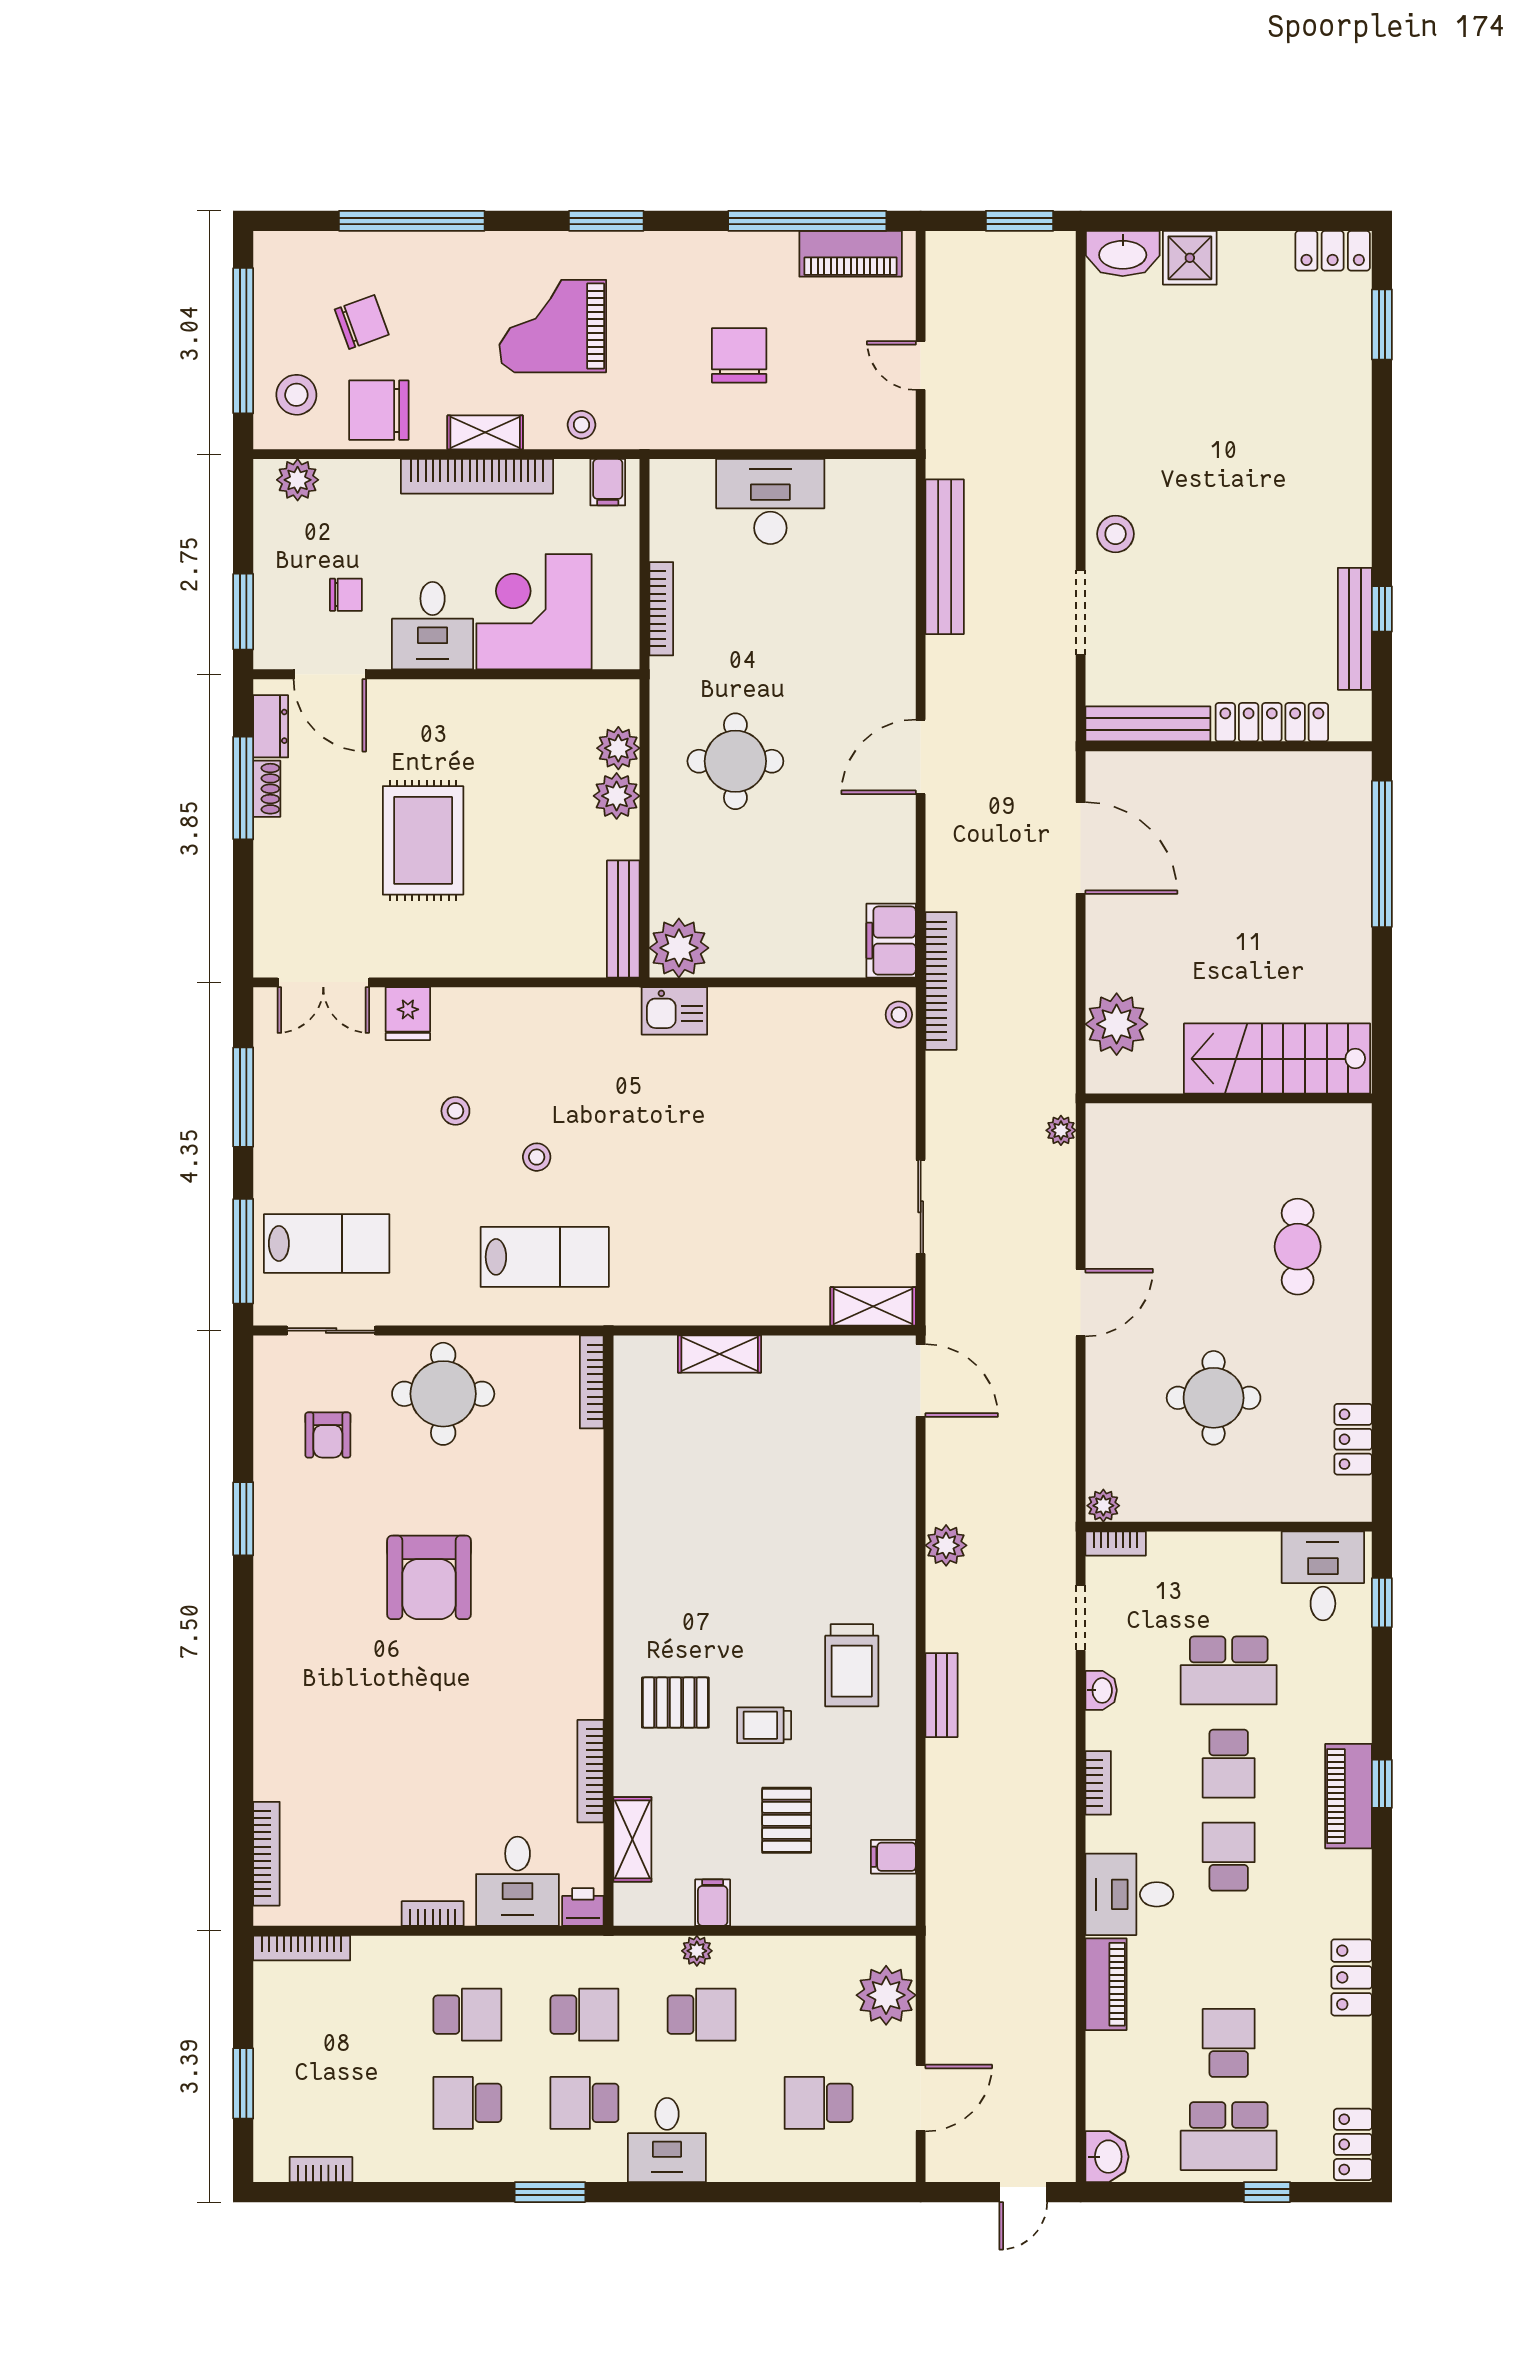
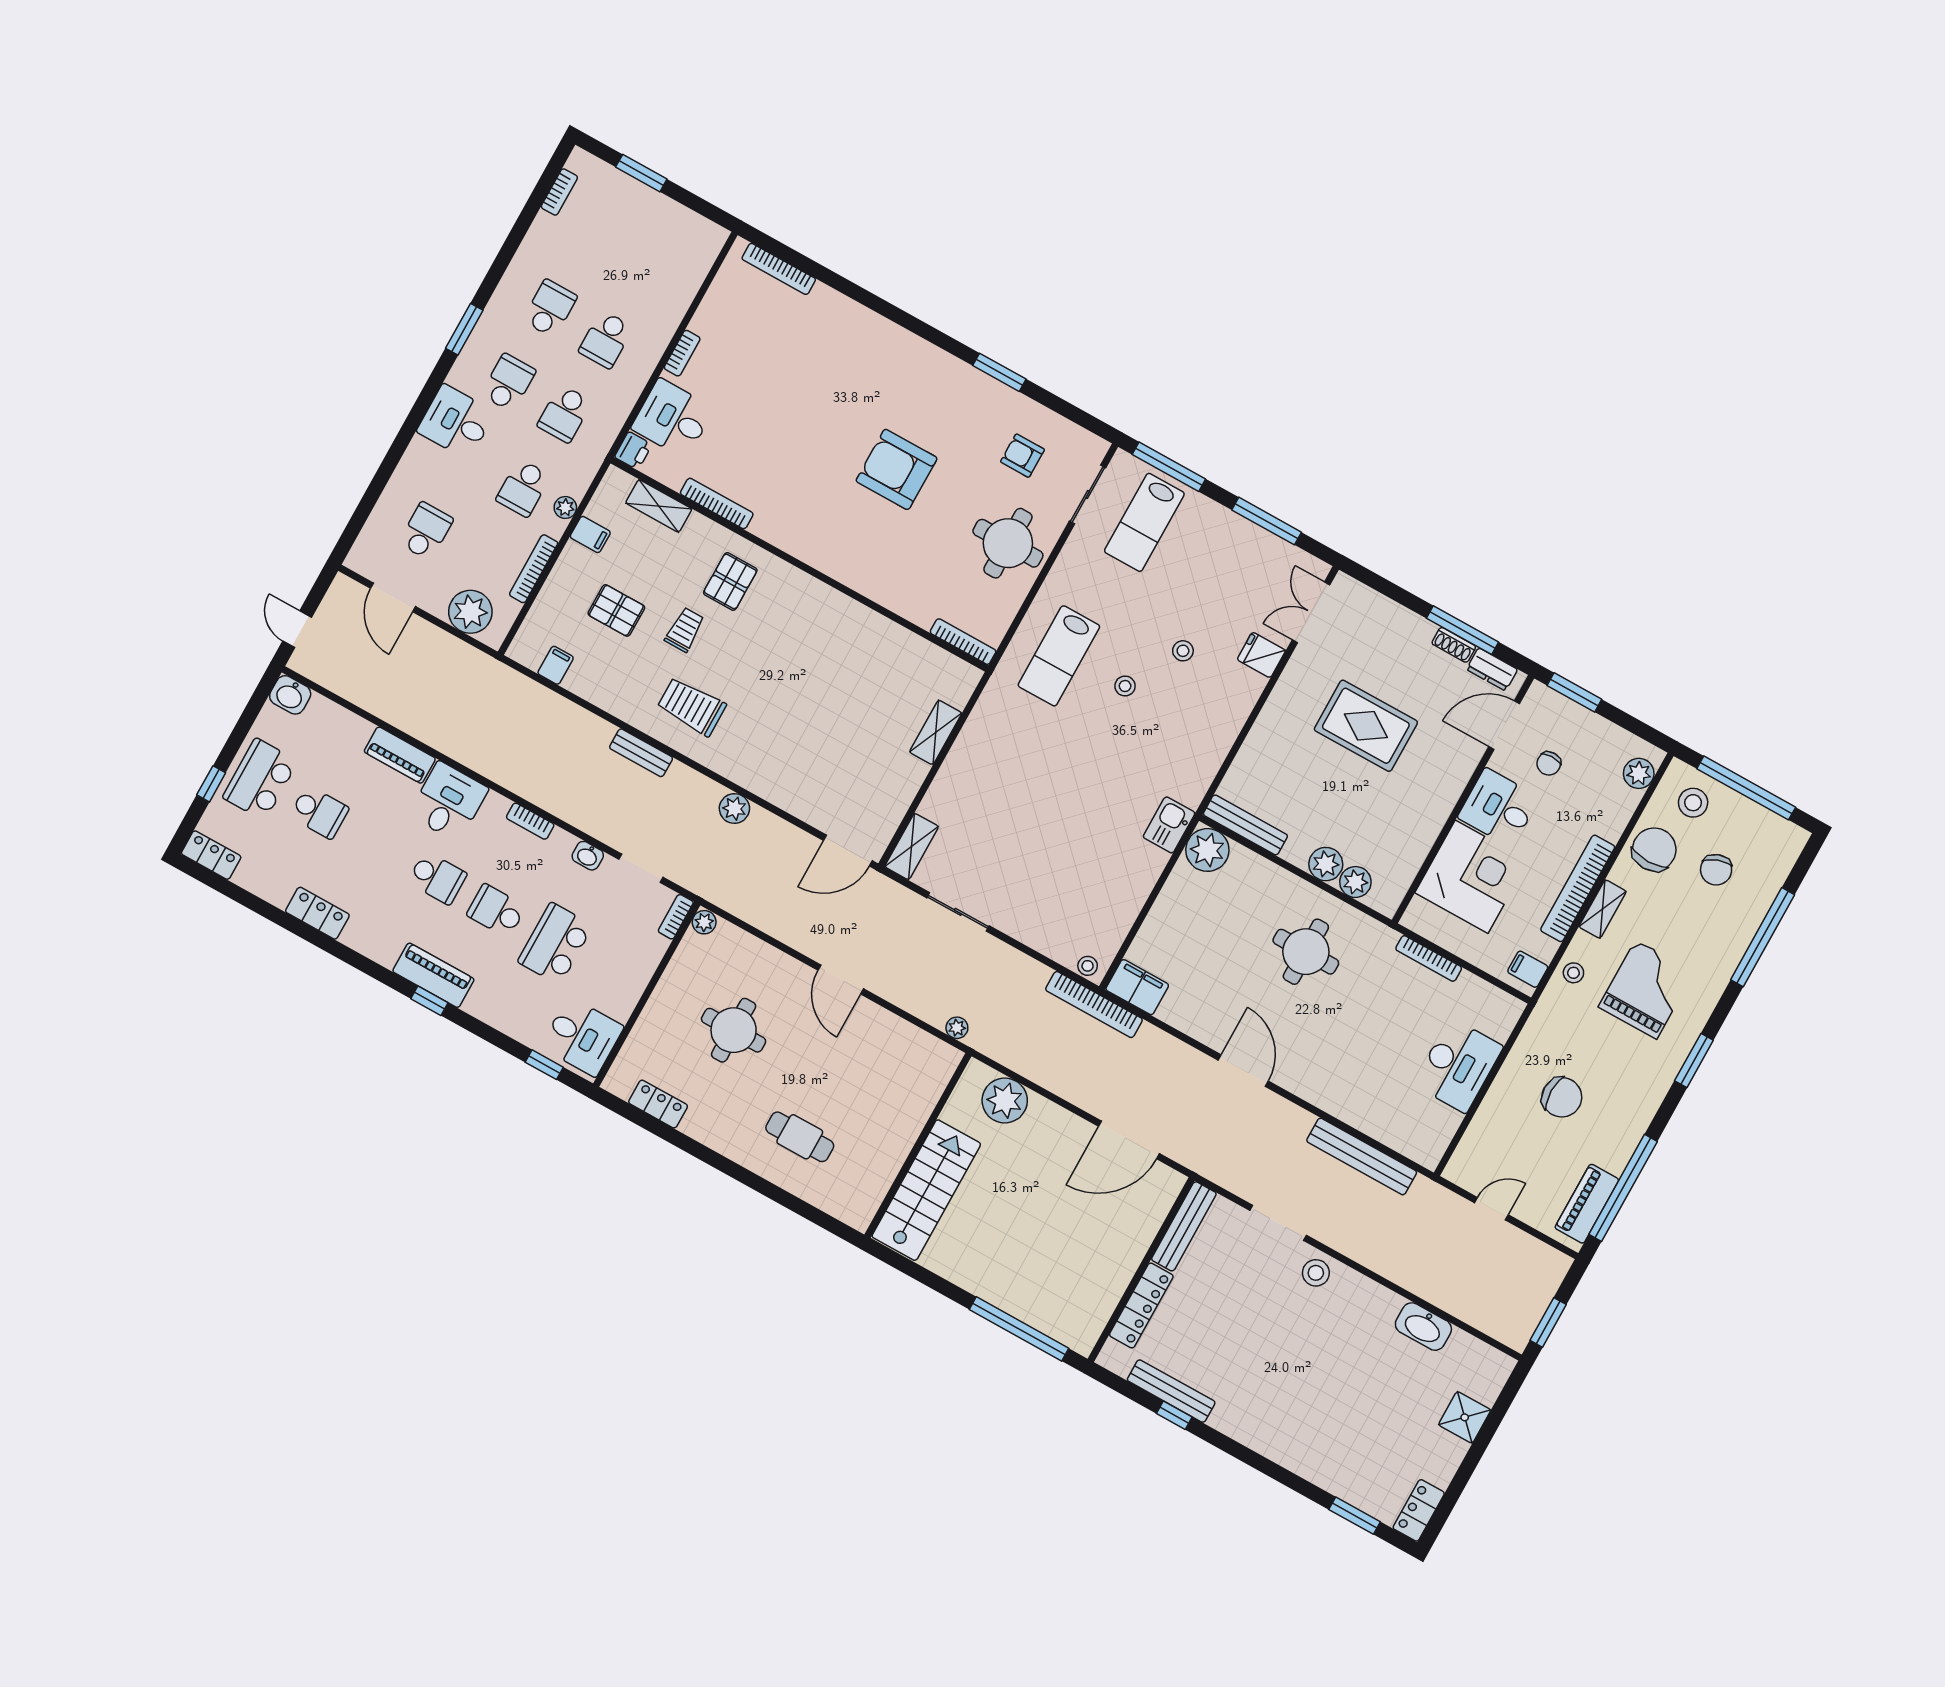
washbasin: (1123, 253) -> (1423, 1327), moved, turned -90
bookcase: (302, 1948) -> (534, 569), moved

